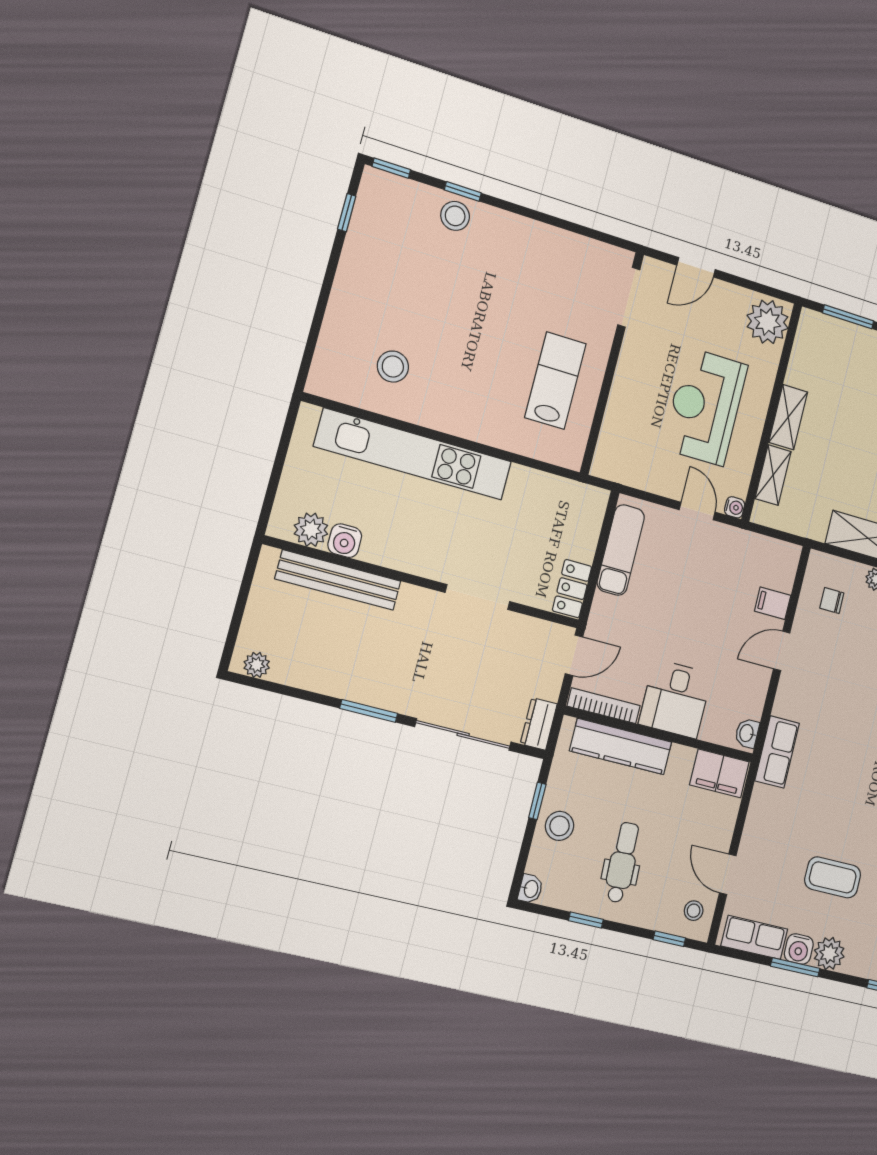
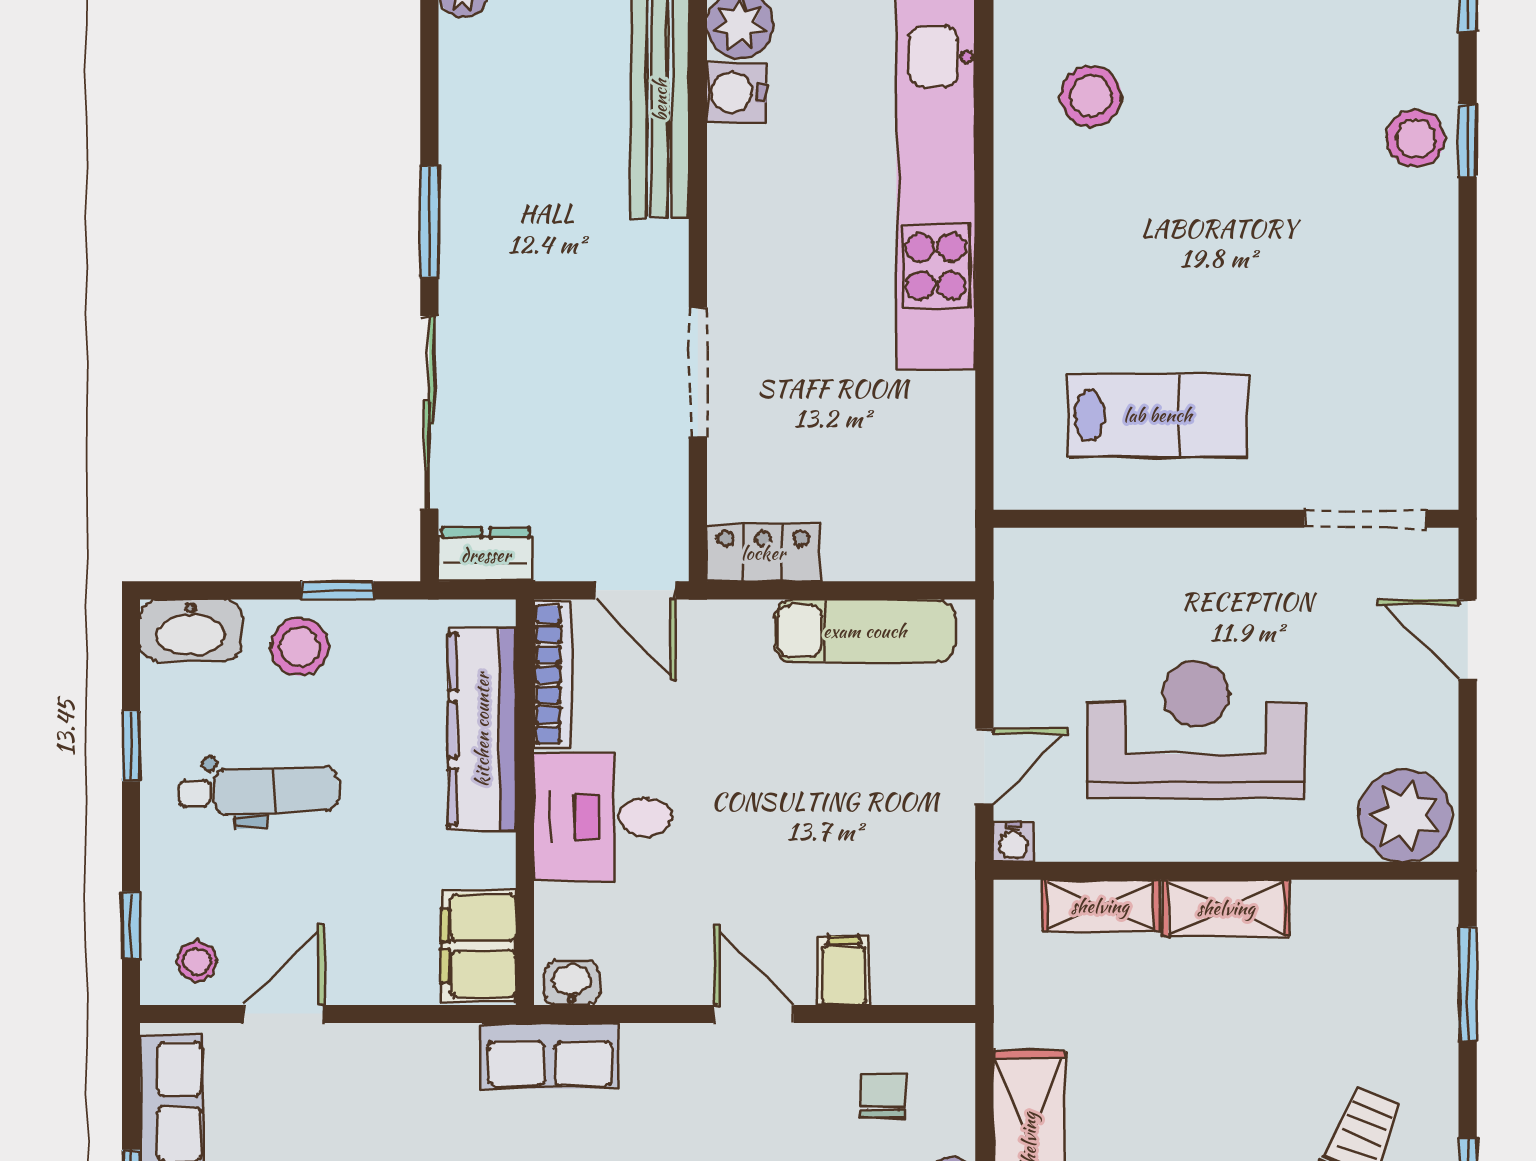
washbasin: (531, 889) -> (191, 630), width x1.91, depth x1.45

